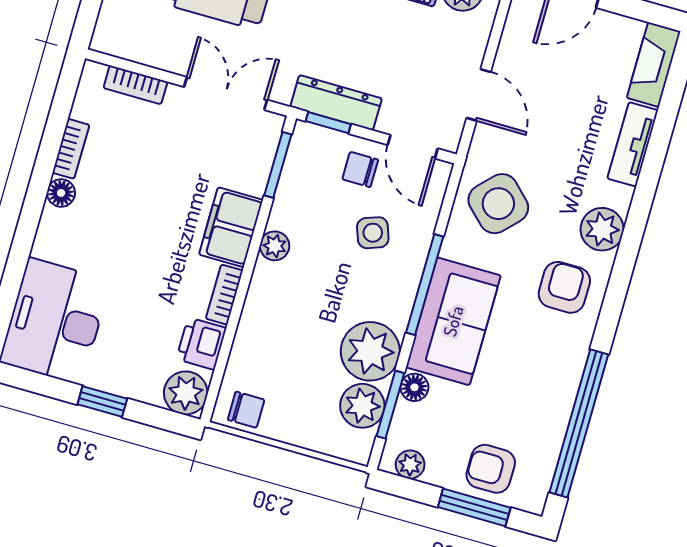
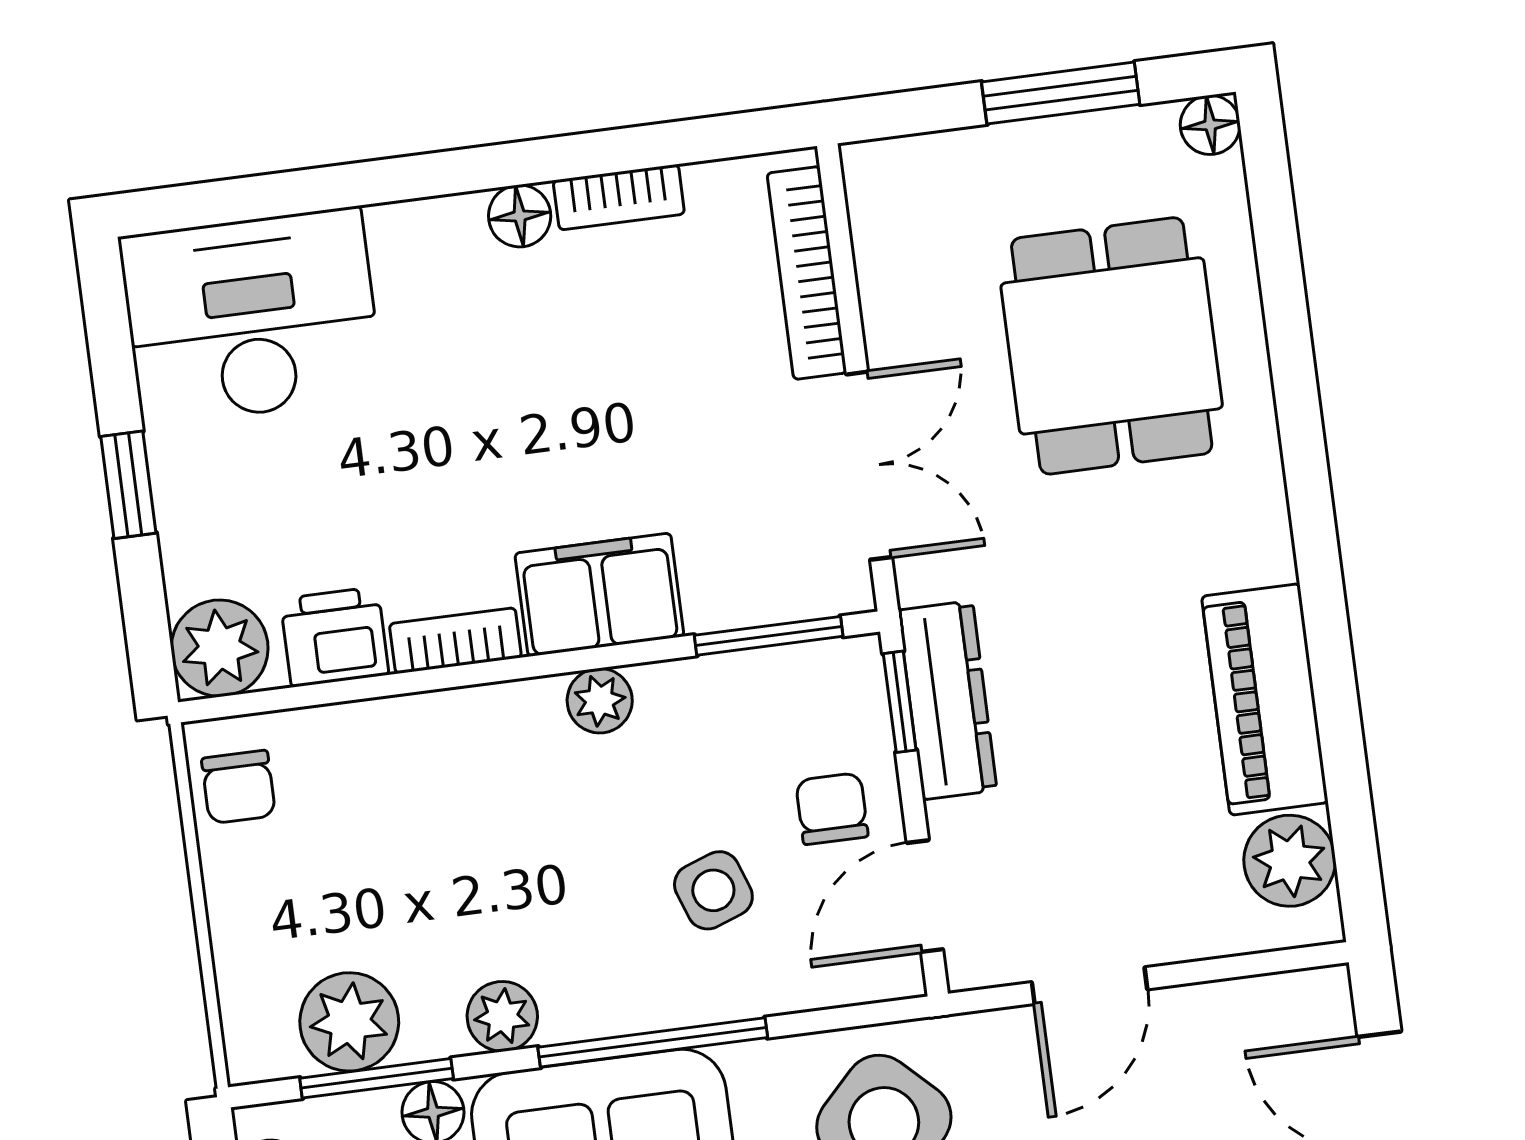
bookcase: (135, 85) -> (807, 273), width x1.56
plant: (370, 351) -> (502, 1016), width x0.53, depth x0.53

